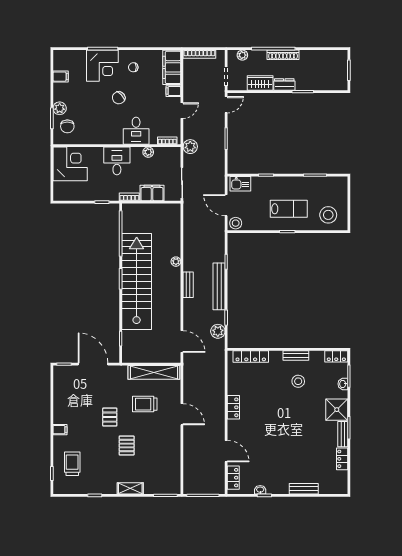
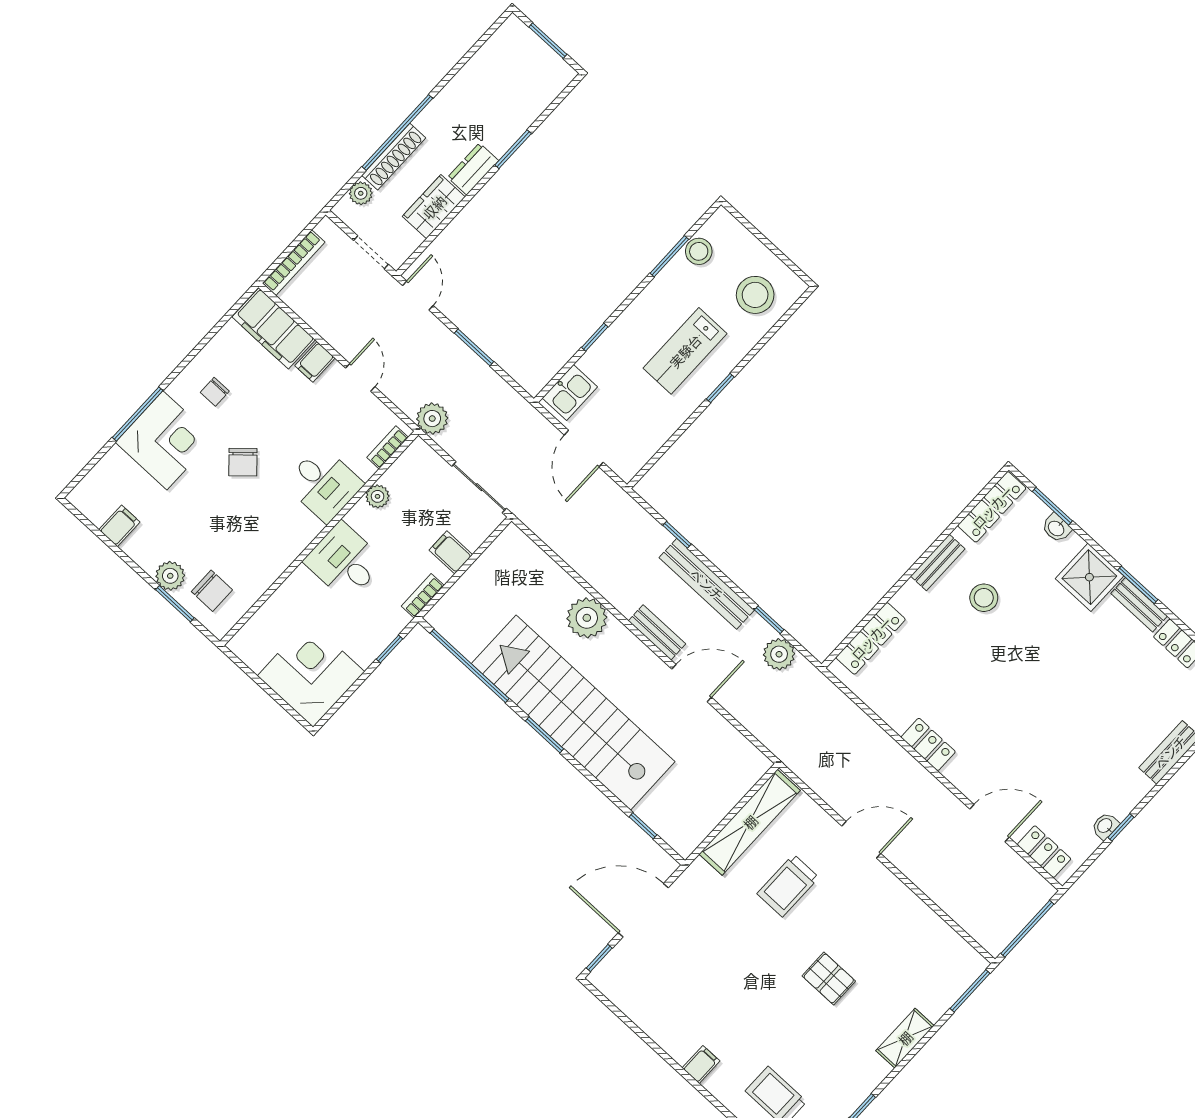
shoe rack: (283, 55) -> (394, 157), moved
corner desk: (70, 164) -> (311, 674), moved
filing cabinet: (152, 193) -> (451, 552), width x0.50
door: (226, 205) -> (584, 449), hinge flipped
lab bench: (289, 209) -> (685, 351), turned 180
stool: (236, 223) -> (699, 251), moved
plant: (176, 262) -> (587, 618), width x1.88, depth x1.88
door: (182, 342) -> (692, 683), moved
locker: (336, 356) -> (992, 507), width x1.53
pallet: (110, 417) -> (756, 963), removed

